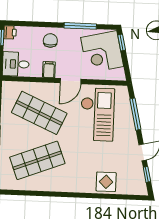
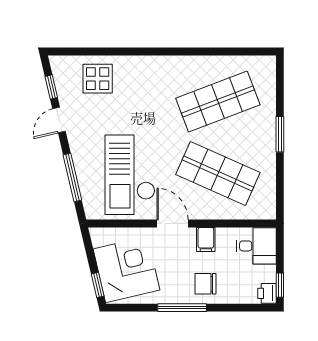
window: (80, 26) -> (182, 308), moved
chair: (50, 40) -> (206, 284), turned 90
door: (71, 81) -> (172, 223), hinge flipped
display table: (106, 182) -> (98, 79), moved

